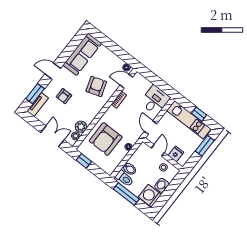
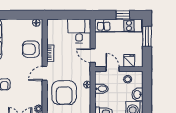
door: (126, 81) -> (45, 73), moved
armchair: (96, 86) -> (31, 49), moved, turned -72
plant: (81, 127) -> (37, 98), removed
bidet: (129, 169) -> (101, 89), moved

